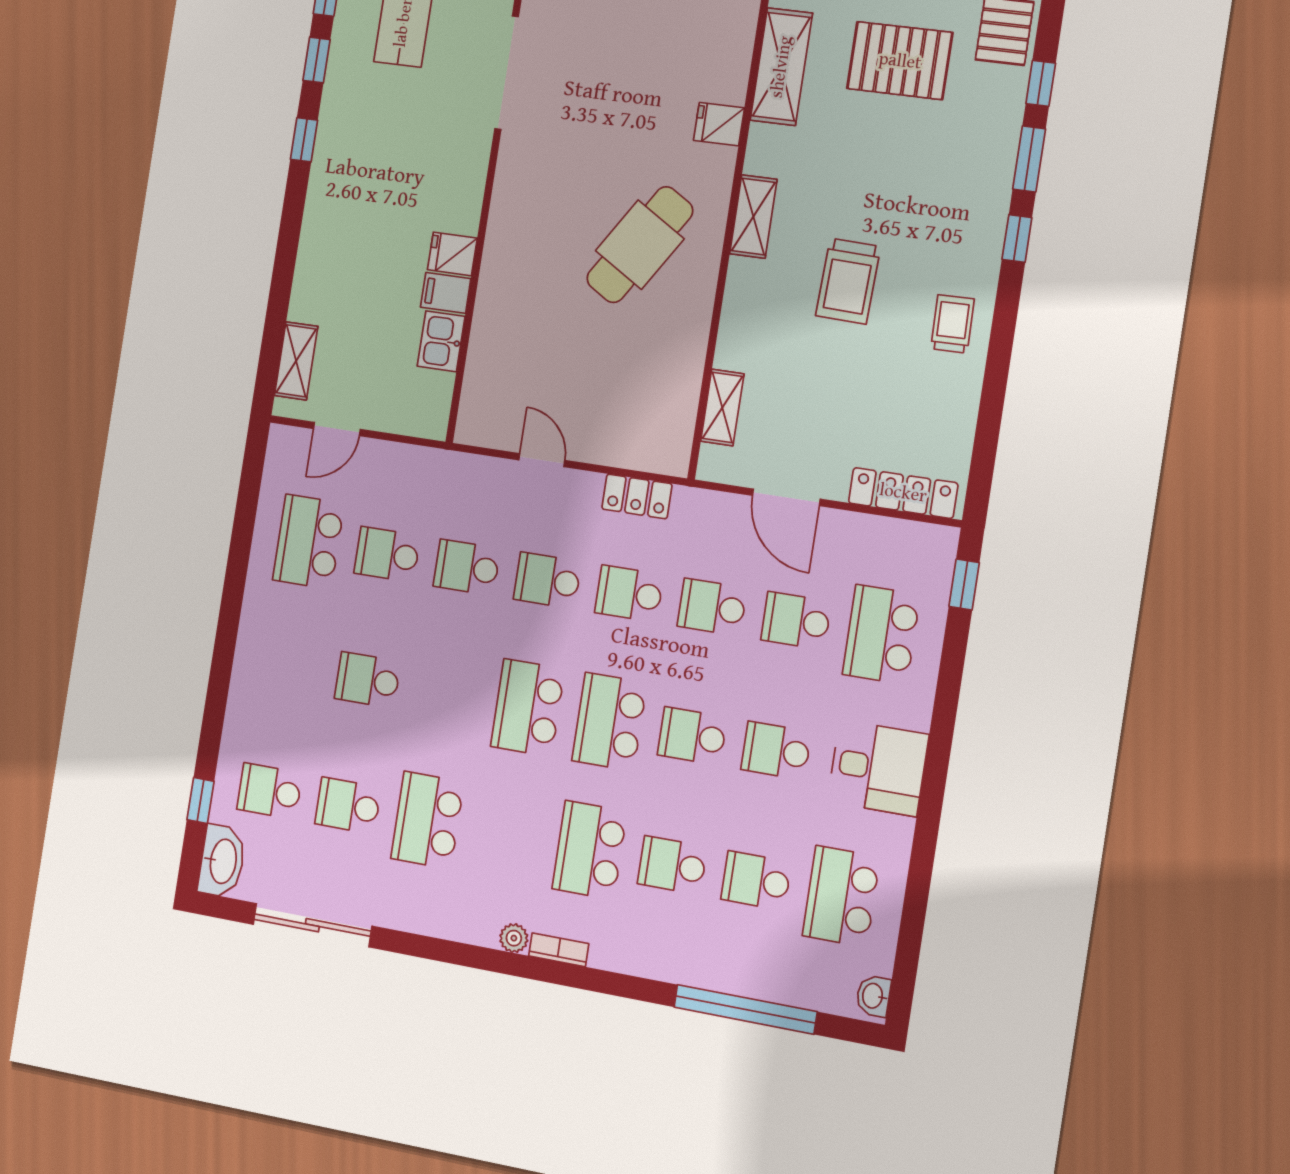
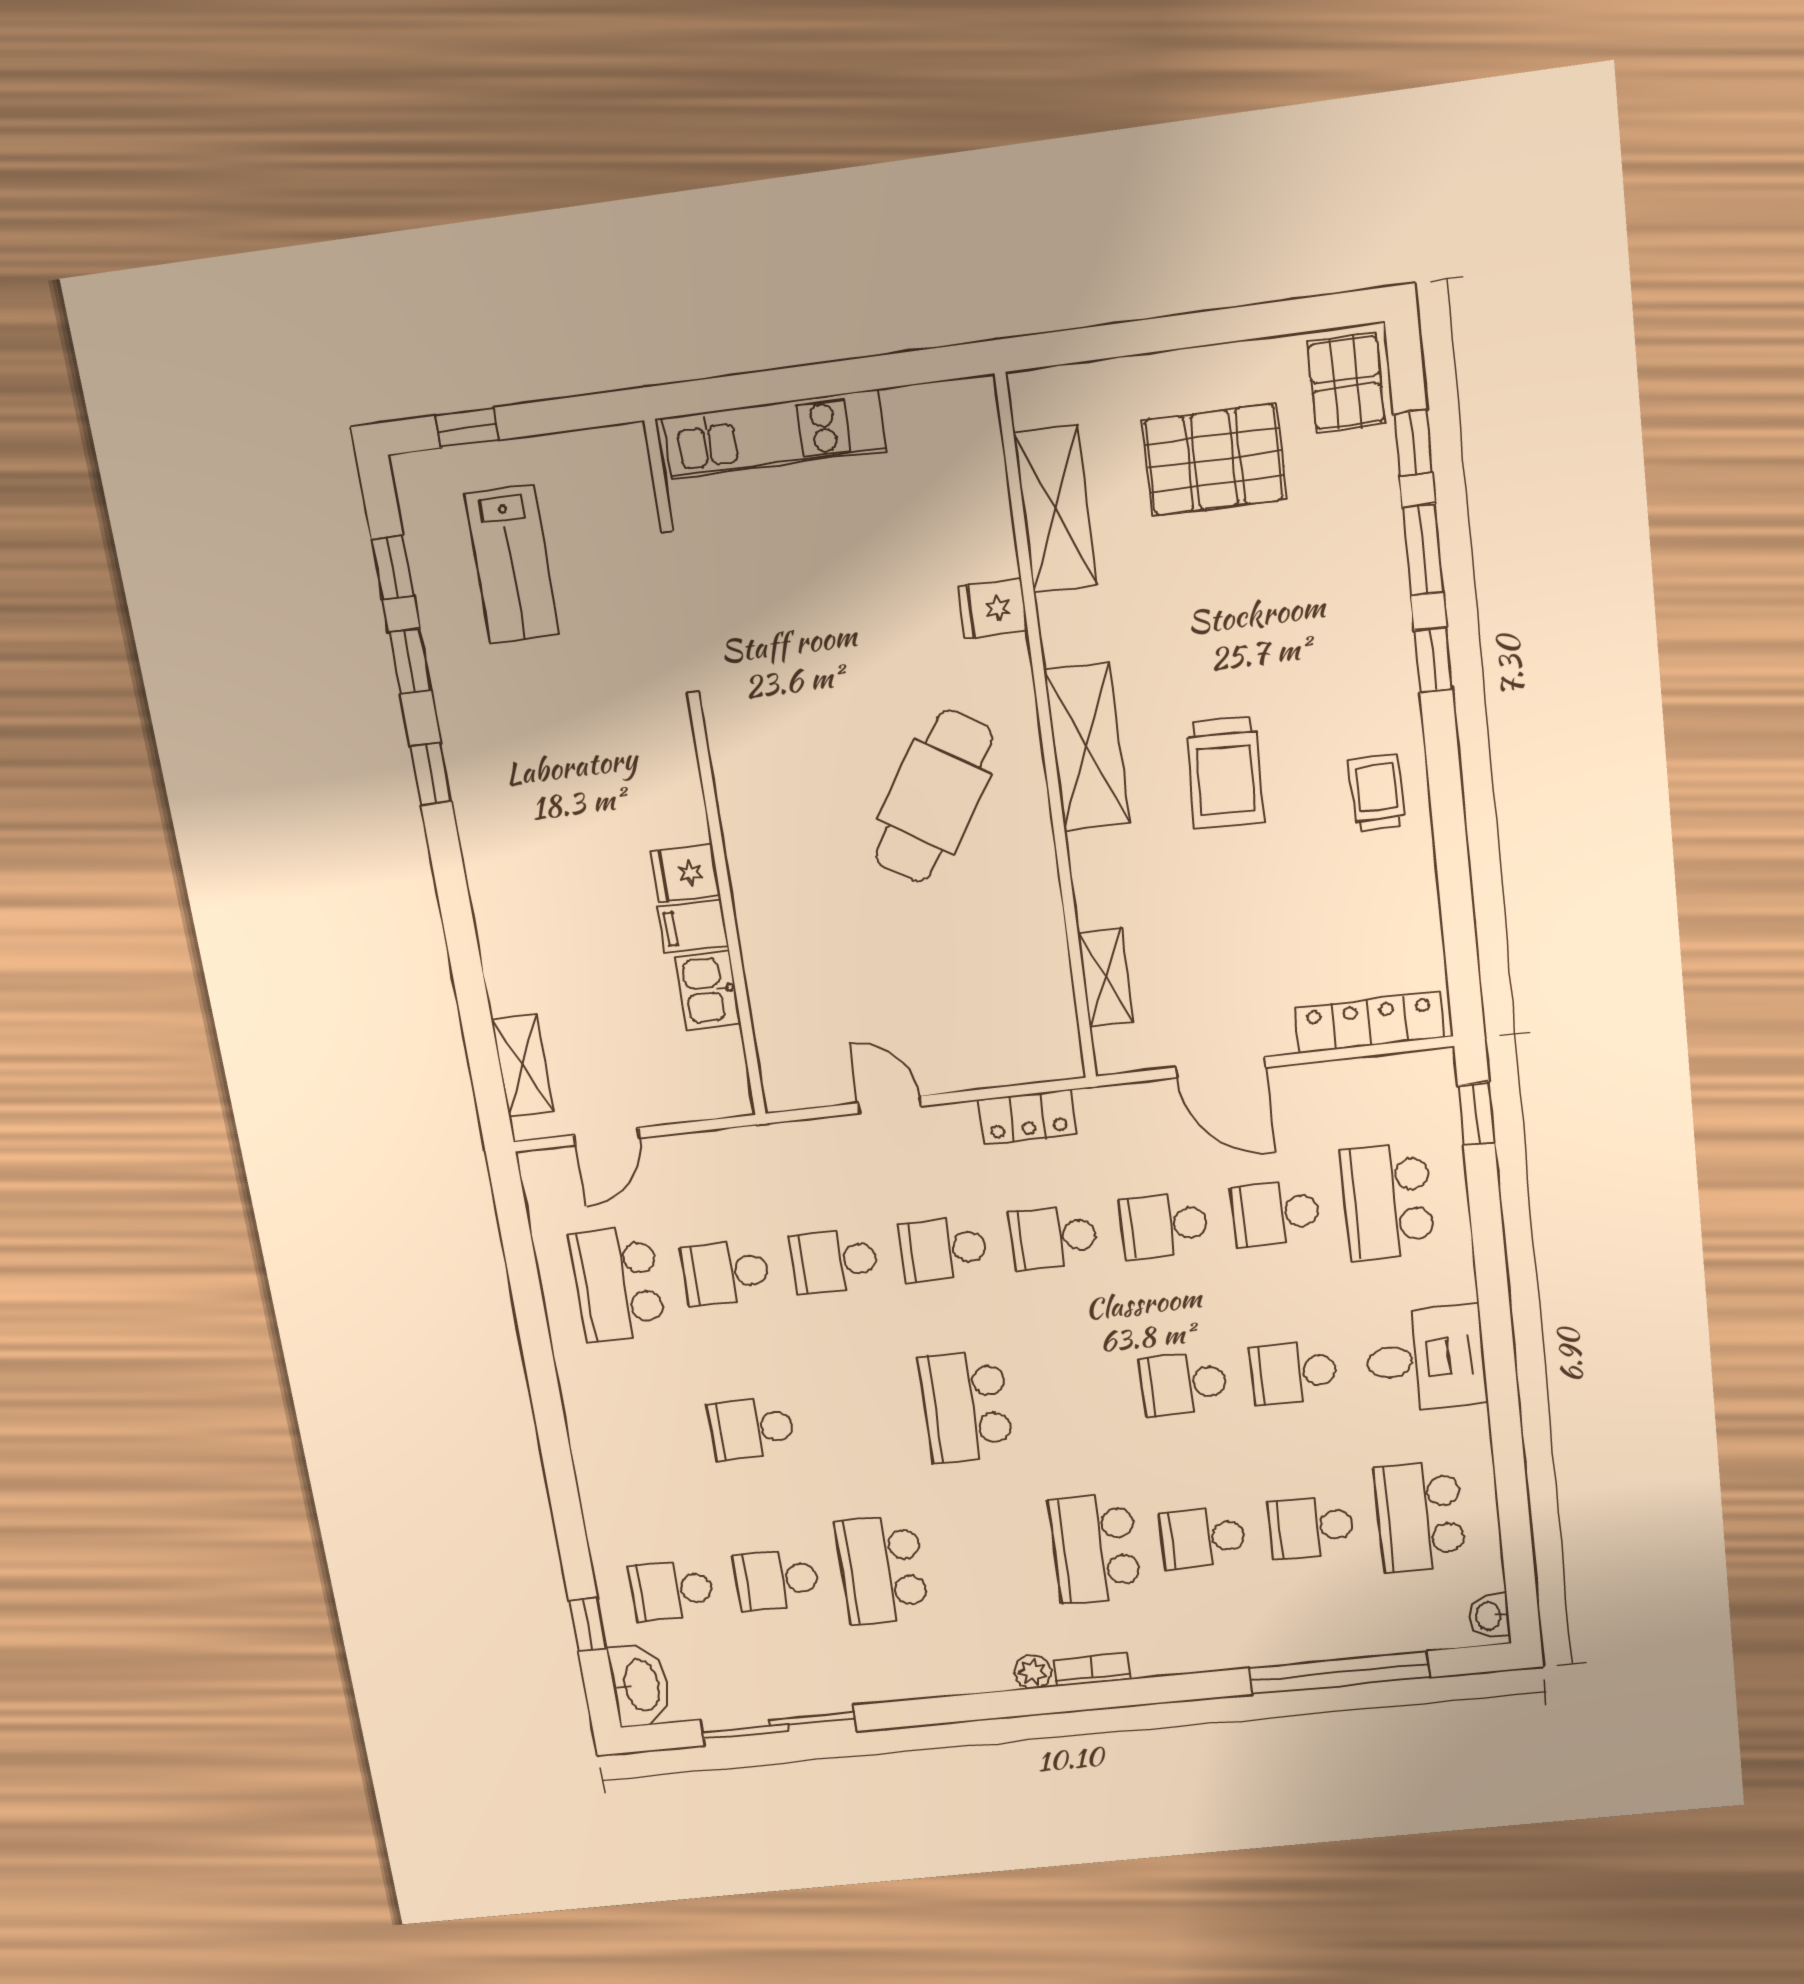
shelving: (753, 217) -> (1087, 747), width x1.50, depth x1.33
school desk: (609, 722) -> (1075, 1395), removed

